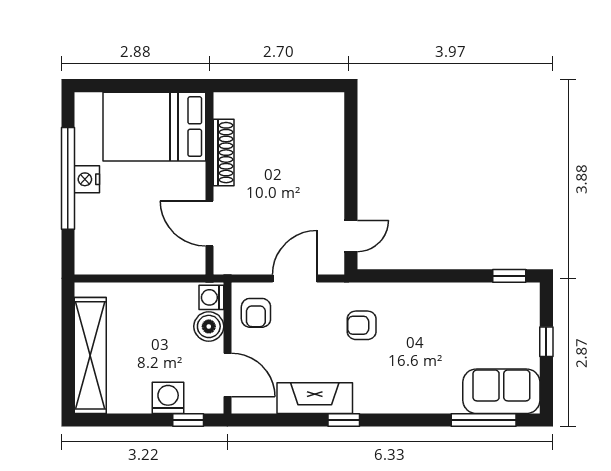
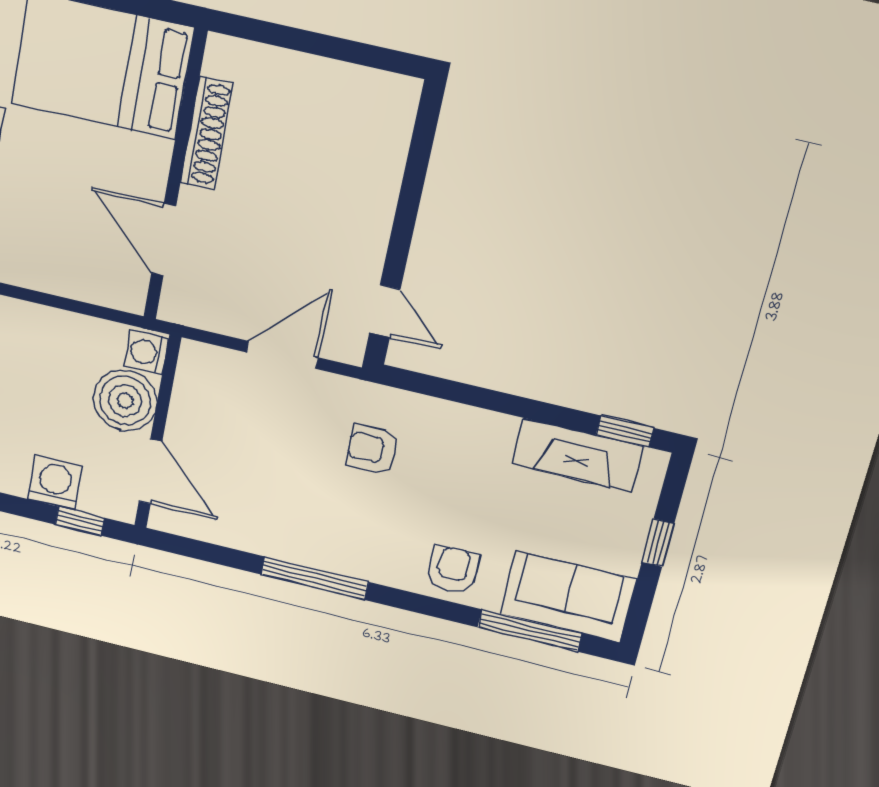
door: (351, 236) -> (385, 311), hinge flipped
armchair: (256, 313) -> (453, 570), moved, turned 180
boiler: (209, 326) -> (125, 400), width x1.37, depth x1.37
fireplace: (315, 398) -> (578, 455), moved, turned 180
window: (344, 420) -> (315, 578), width x2.17

